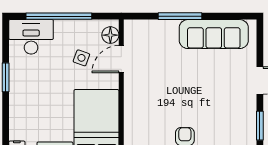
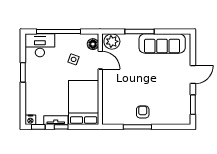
plant: (139, 31) -> (112, 41), added
door: (121, 59) -> (100, 60), swing flipped

